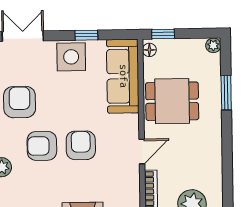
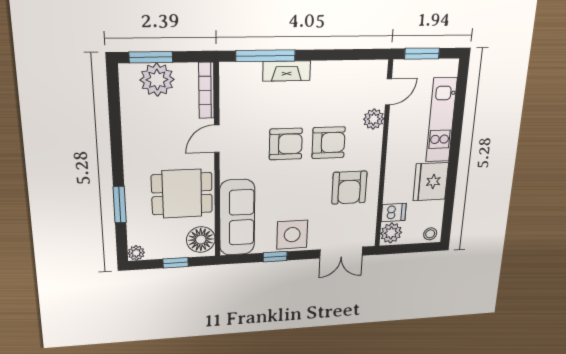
window: (163, 34) -> (176, 263), moved
floor lamp: (149, 50) -> (201, 240), width x1.89, depth x1.89
armchair: (81, 145) -> (286, 144), turned -90

